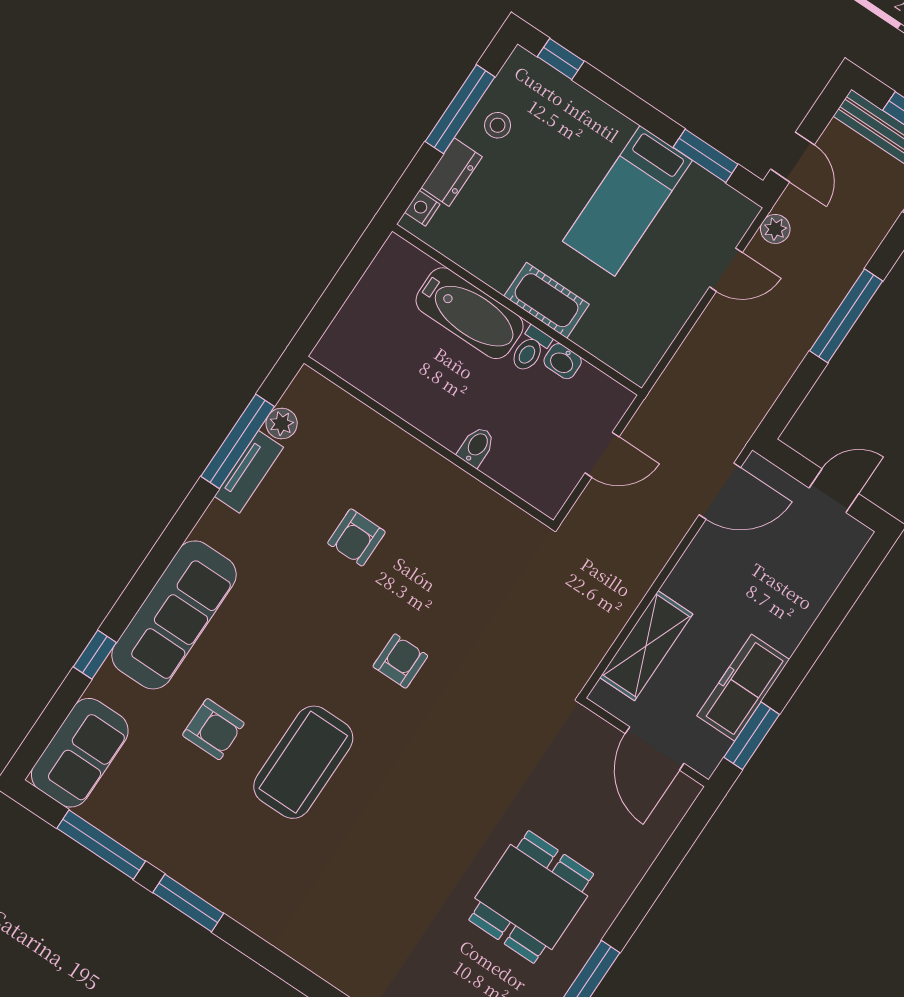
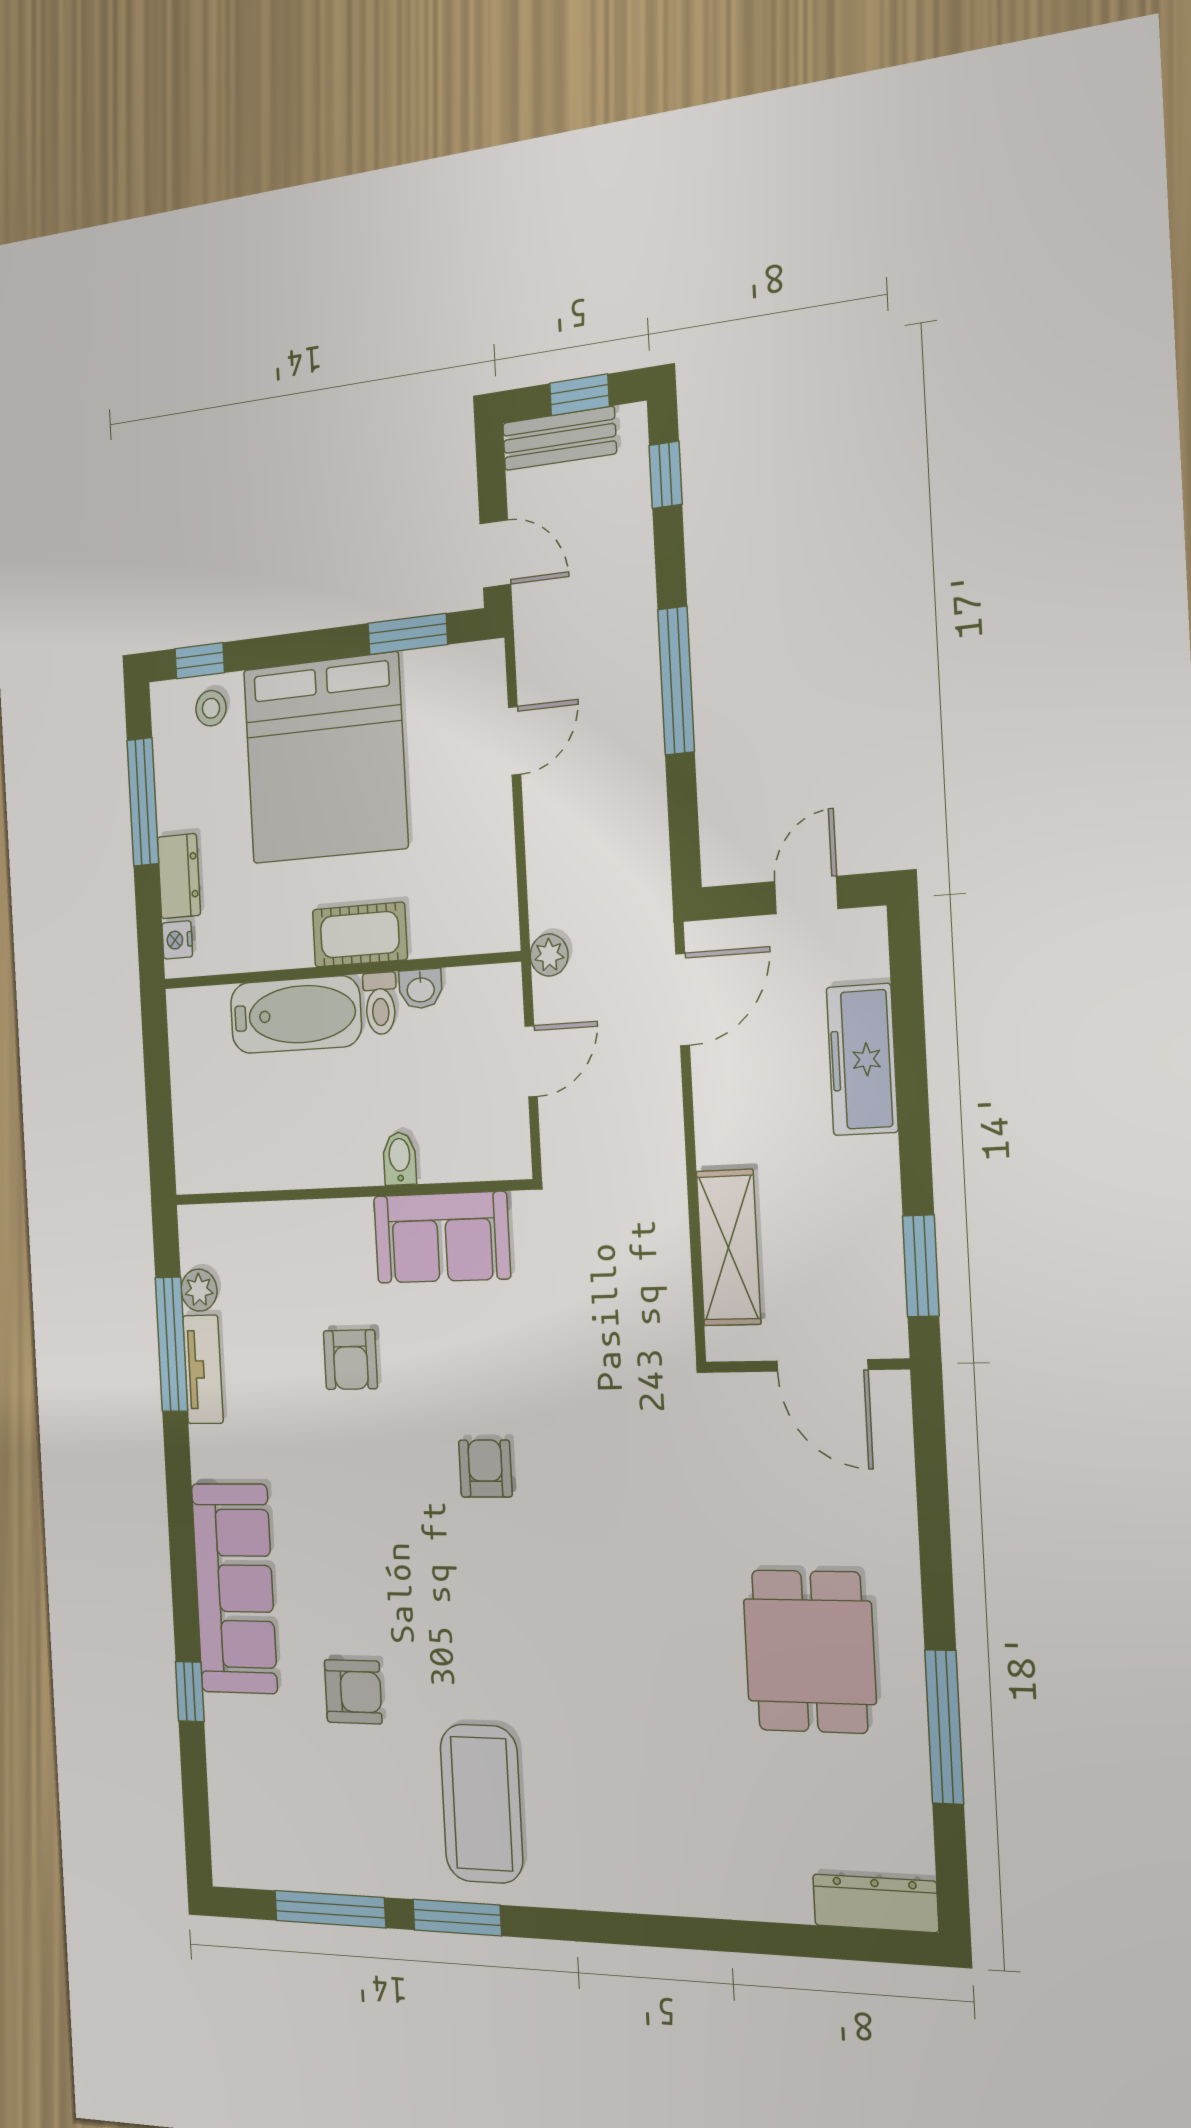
stool: (498, 125) -> (211, 708), moved
bed: (627, 201) -> (325, 758), width x2.04
plant: (775, 229) -> (549, 955), moved
freezer: (743, 688) -> (862, 1060), moved
sofa: (80, 753) -> (442, 1237), moved, turned 90
coffee table: (303, 762) -> (481, 1804), moved

